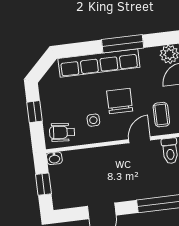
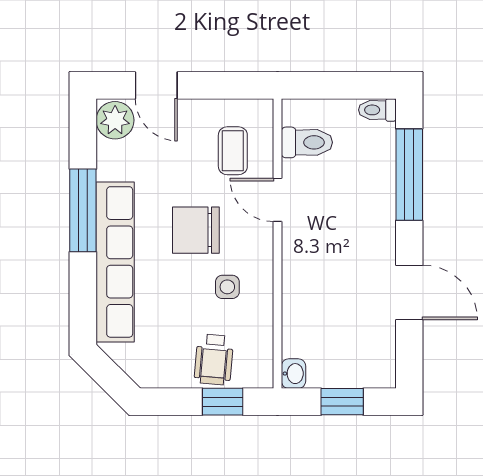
window: (35, 112) -> (223, 402), moved
coffee table: (161, 115) -> (233, 151), turned 90
wheelchair: (62, 132) -> (214, 360), moved

